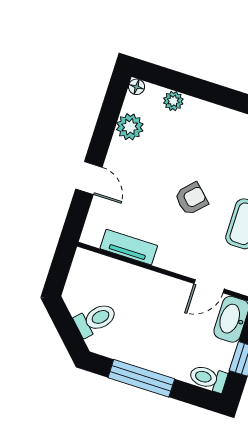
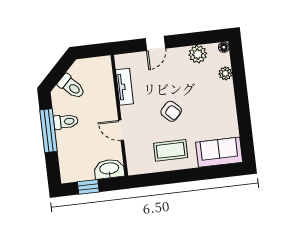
door: (209, 286) -> (121, 130), moved
toilet: (208, 378) -> (66, 122), moved, turned 90

